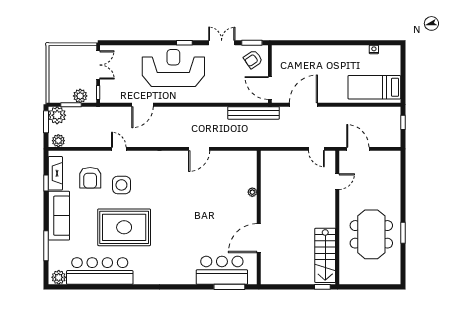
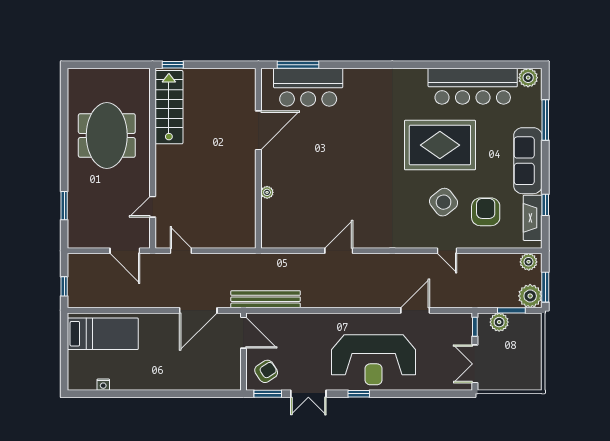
side table: (121, 185) -> (444, 202), turned -38
window: (403, 233) -> (64, 206), moved

